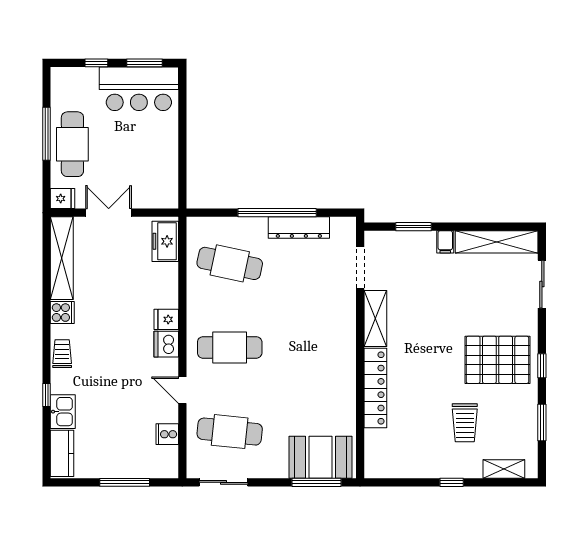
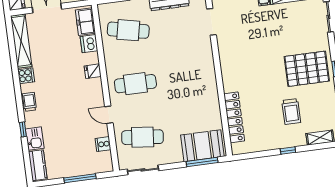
shelving: (375, 318) -> (226, 53), removed
dishwasher: (166, 344) -> (89, 44), moved
locker: (375, 388) -> (234, 117), moved

